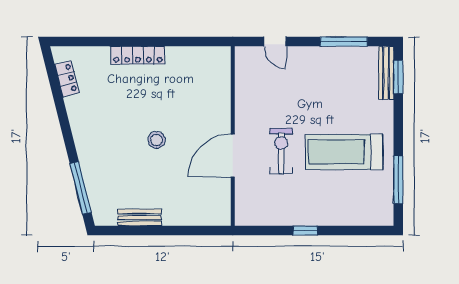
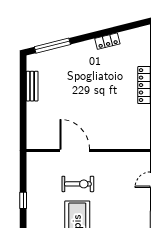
locker: (67, 79) -> (107, 41), moved
stool: (157, 140) -> (86, 98), removed

